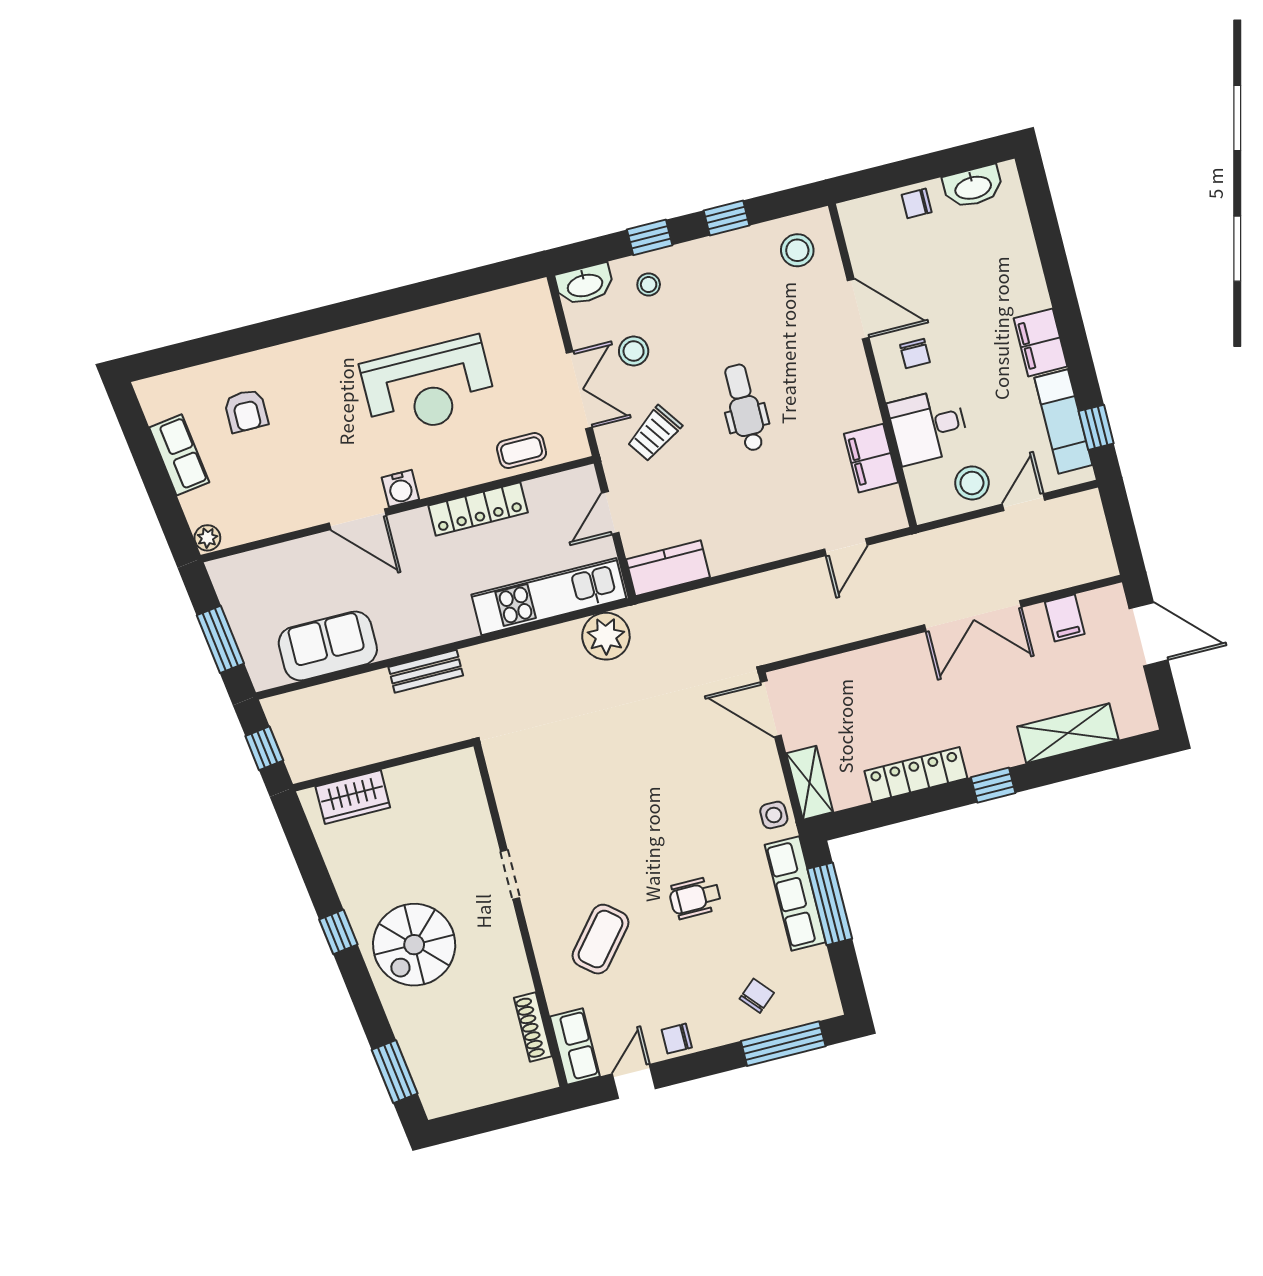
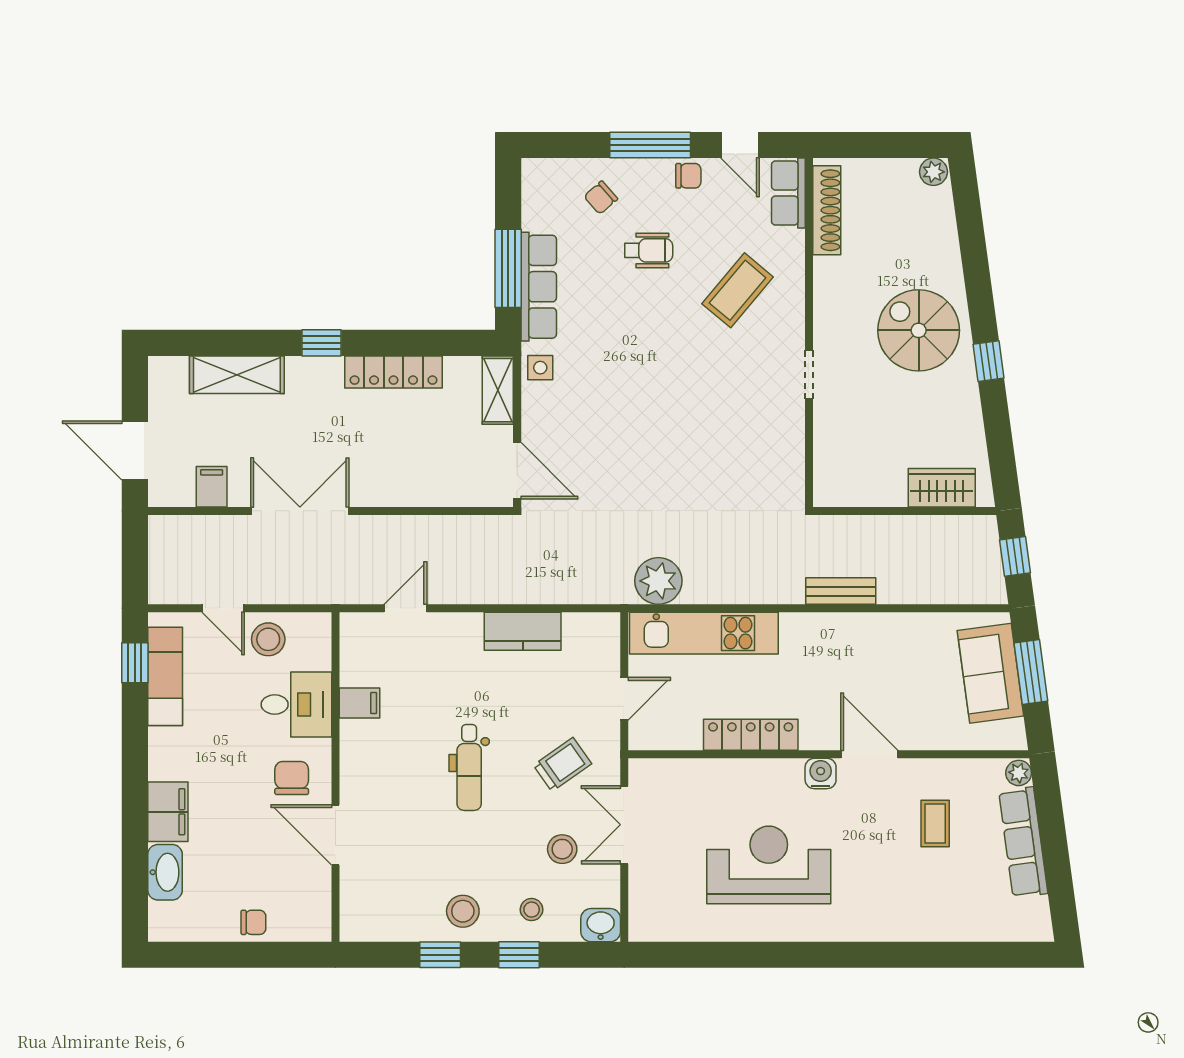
washbasin: (973, 187) -> (165, 872), moved, turned 90
stool: (797, 250) -> (463, 911), moved
washbasin: (585, 285) -> (601, 925), width x0.72
filing cabinet: (1041, 342) -> (168, 812), moved
chair: (915, 354) -> (292, 778), width x1.37, depth x1.37
armchair: (246, 411) -> (950, 886), removed
coffee table: (522, 451) -> (935, 823), moved, turned 90
row of seats: (179, 455) -> (1023, 842), width x1.48
filing cabinet: (871, 458) -> (360, 703), width x0.50
door: (1024, 502) -> (223, 608), hinge flipped
kitchen counter: (668, 568) -> (523, 631), moved
sofa: (328, 646) -> (990, 673), moved, turned 82
wheelchair: (695, 898) -> (649, 250), moved
spiral stairs: (414, 945) -> (919, 330), turned -90
shoe rack: (533, 1027) -> (827, 210), width x1.36, depth x1.24
window: (783, 1044) -> (650, 145), moved
window: (395, 1072) -> (968, 213), removed
door: (634, 1081) -> (740, 145), hinge flipped
plant: (439, 1103) -> (933, 172), added

